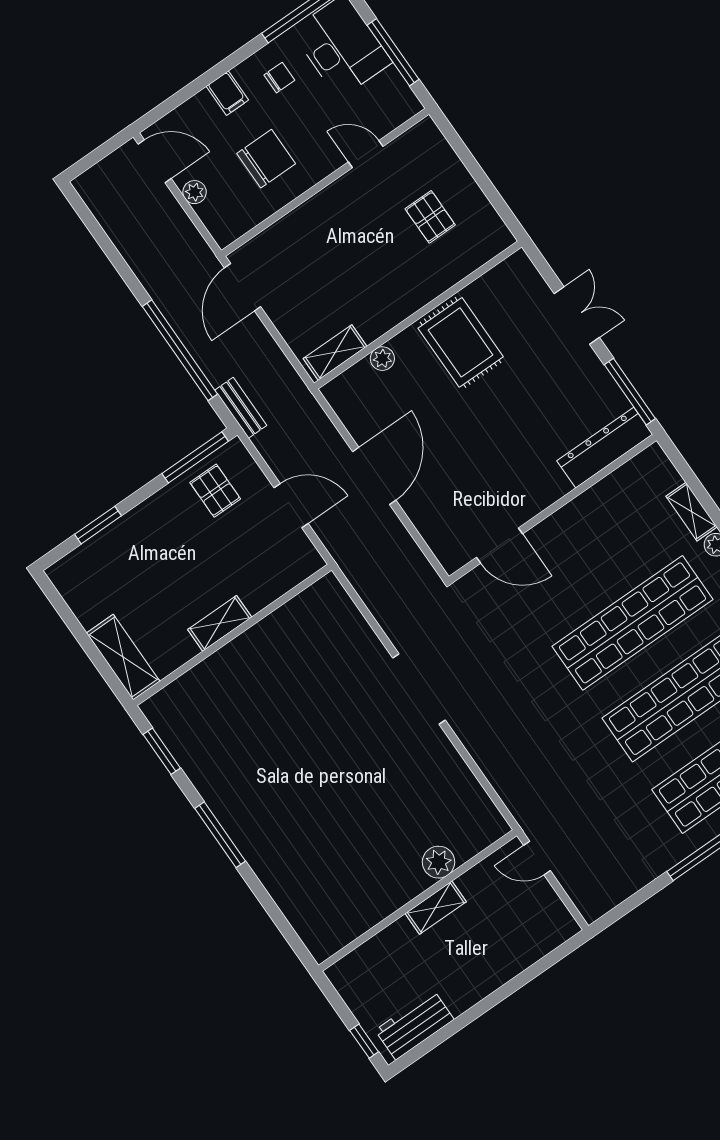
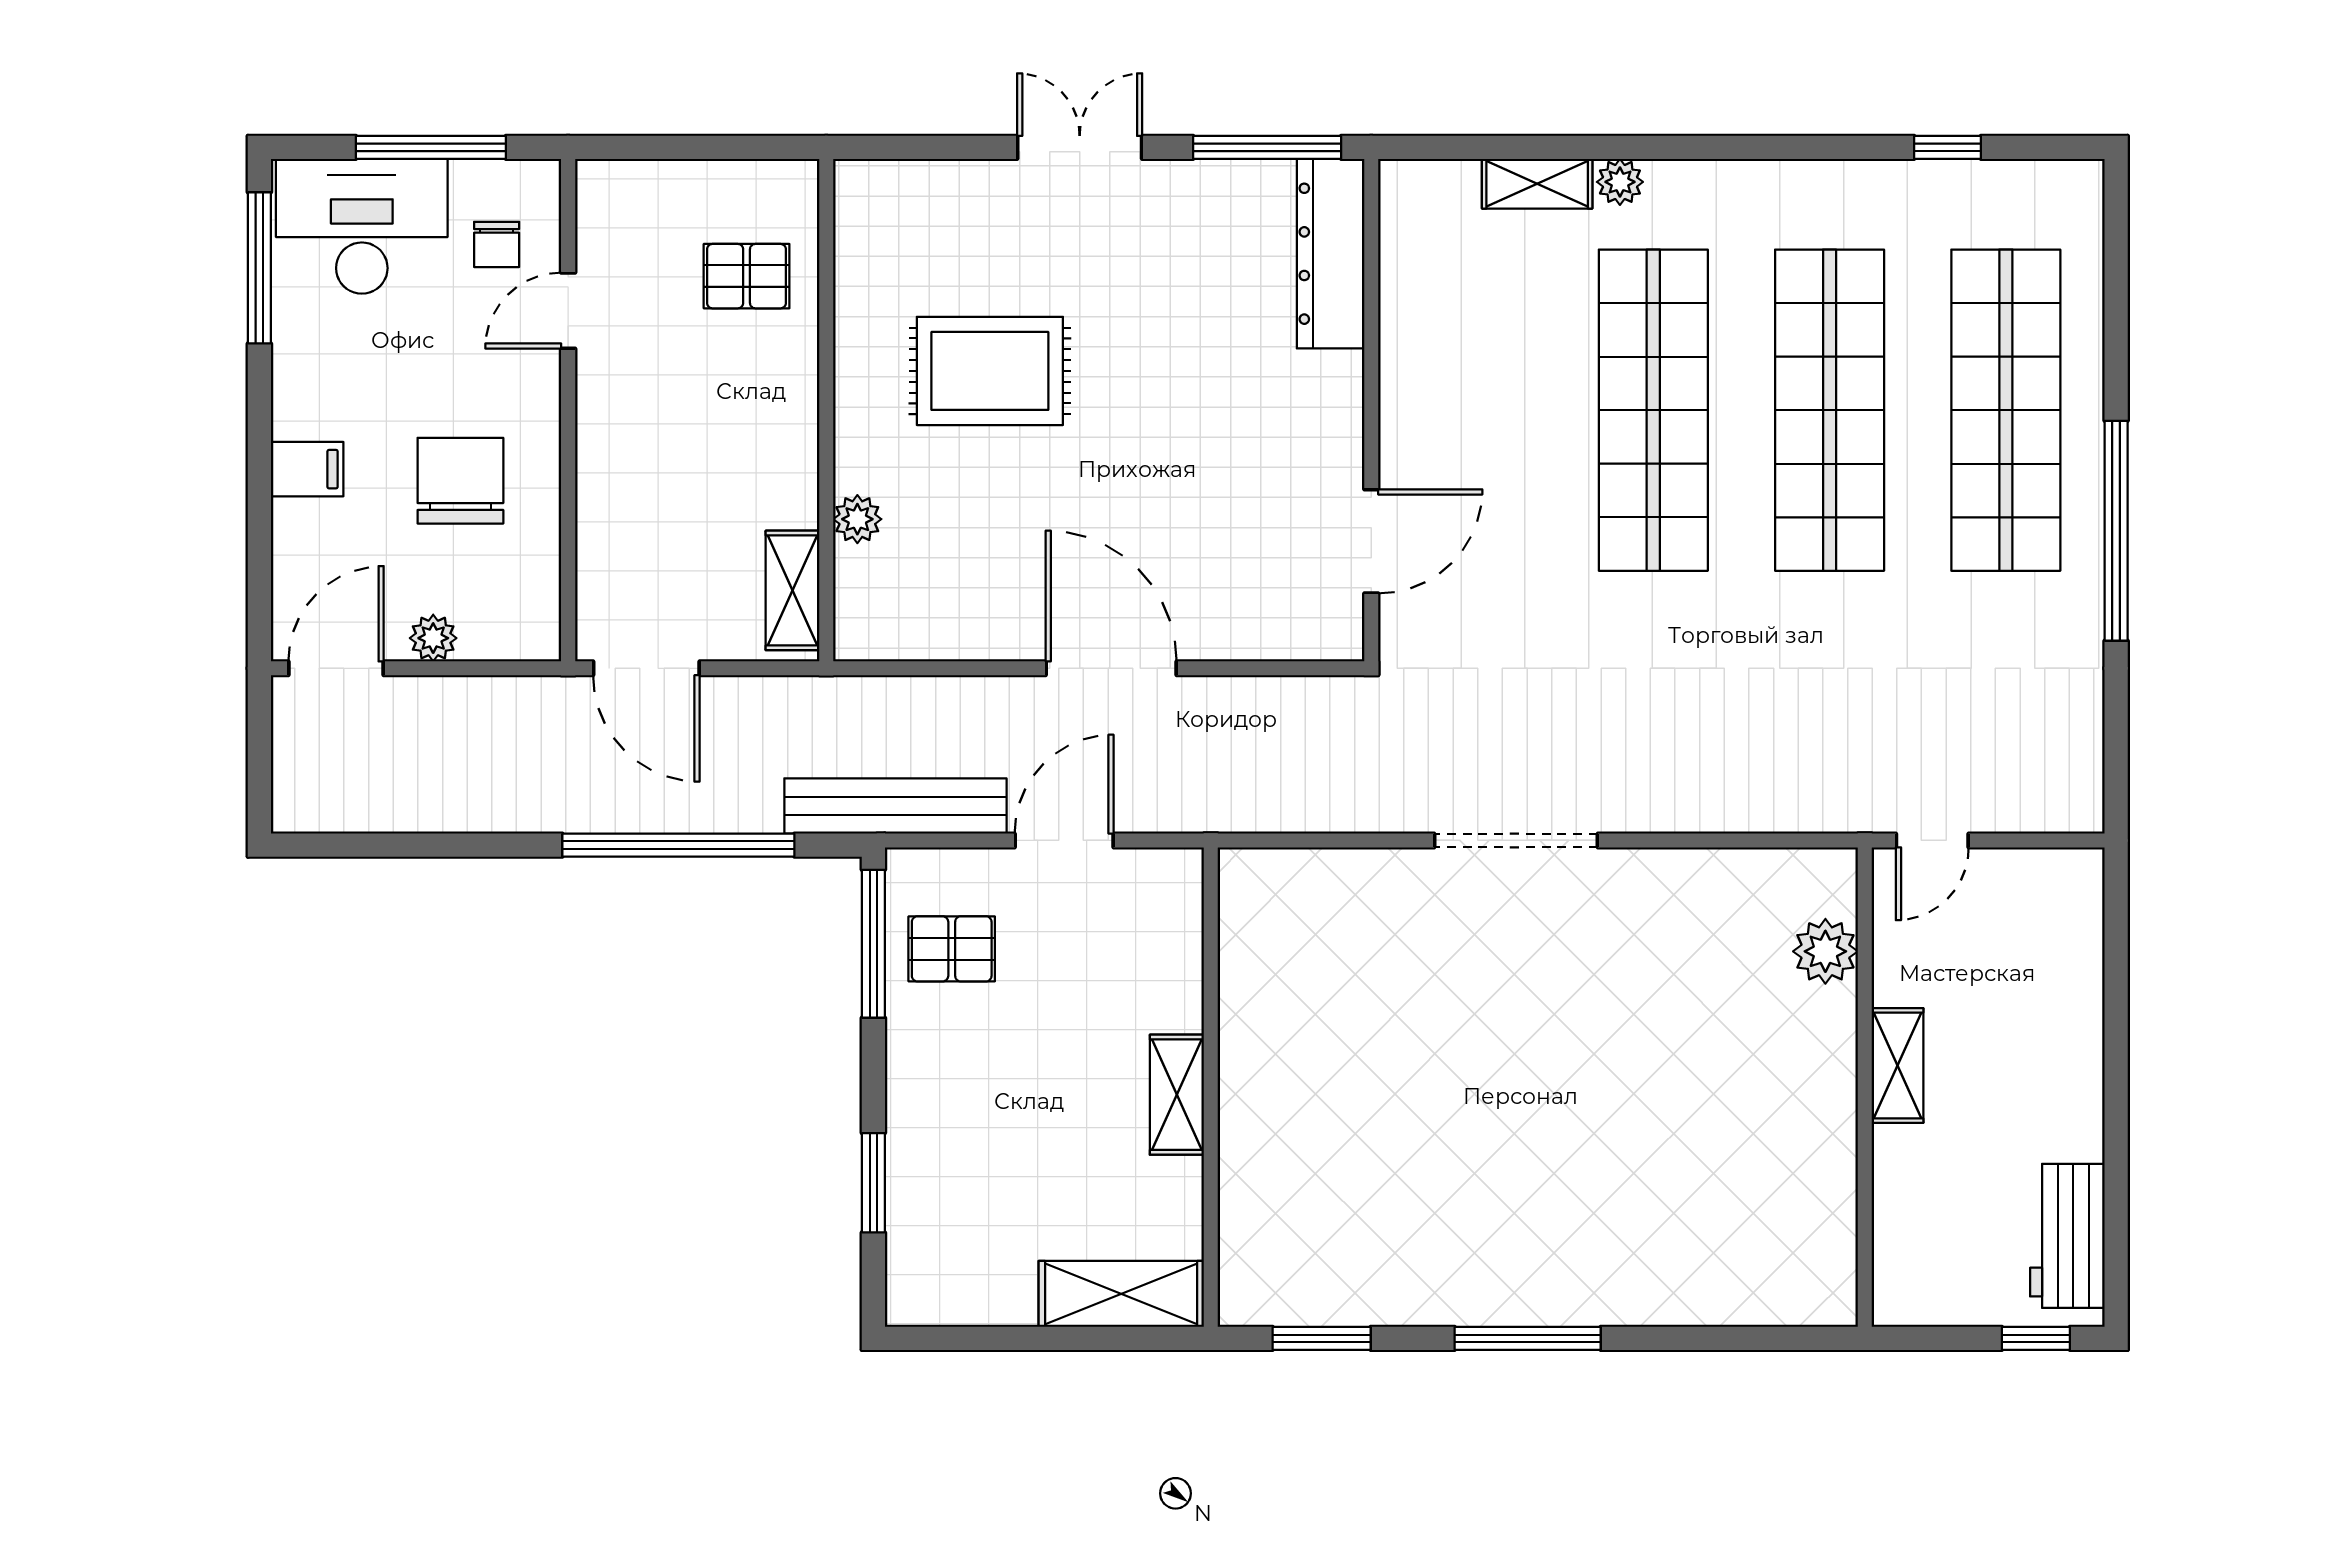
chair: (279, 78) -> (497, 244), moved, turned 180
wall: (418, 315) -> (826, 410), moved
shelving: (335, 352) -> (793, 590), moved
plant: (382, 359) -> (857, 519), moved
bench: (241, 408) -> (895, 806), width x1.86, depth x1.21
plant: (439, 862) -> (1825, 951), moved

